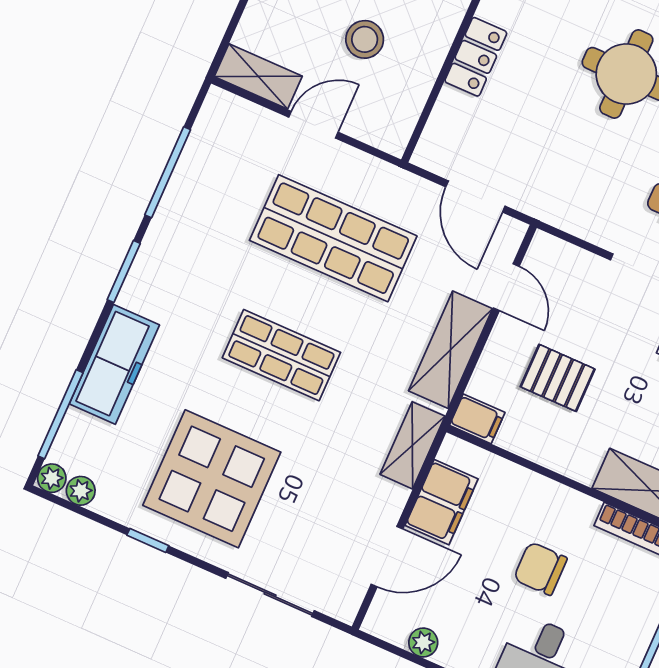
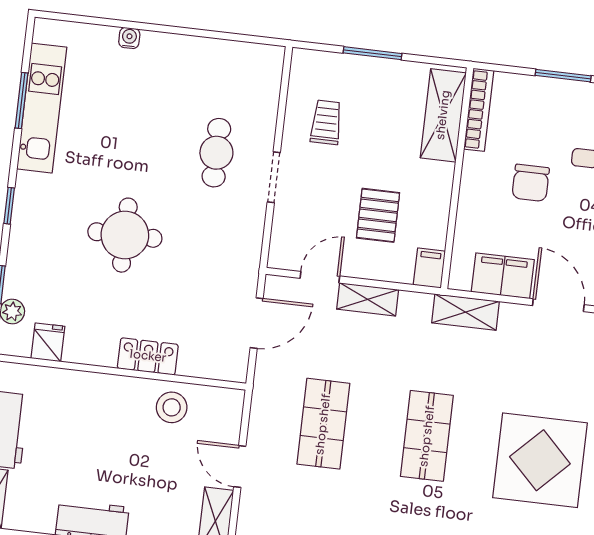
stool: (365, 39) -> (172, 407), moved
shop shelf: (333, 238) -> (323, 424), width x0.70, depth x0.74
shelving: (451, 350) -> (368, 299), width x0.67, depth x0.75

